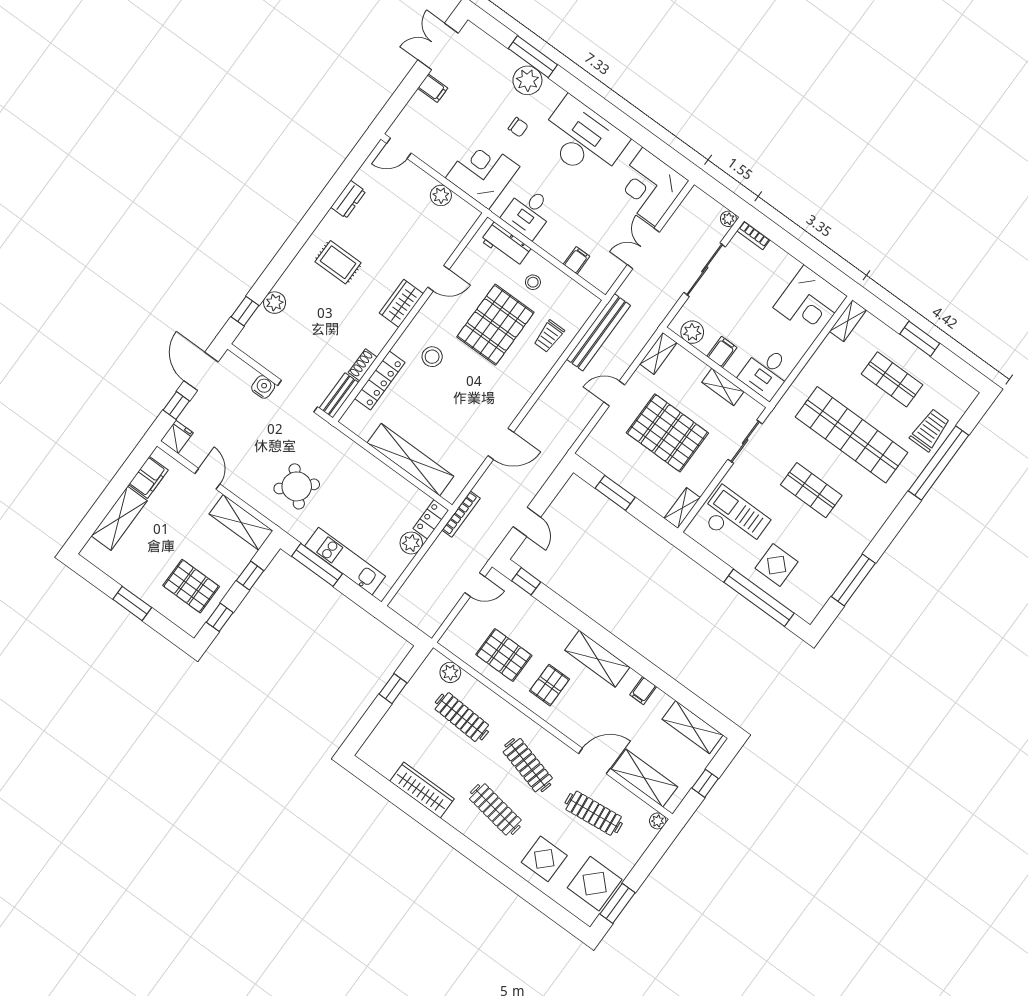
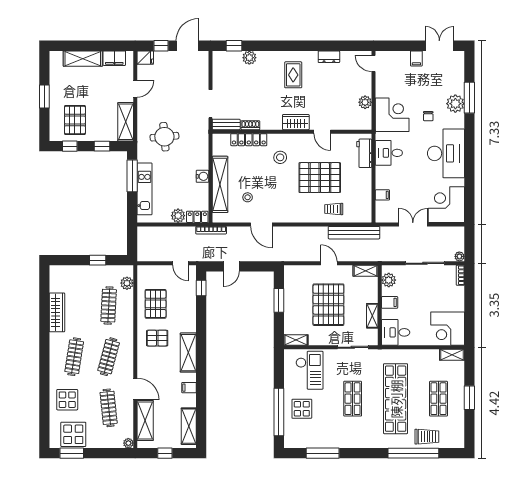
stool: (533, 282) -> (248, 197), moved
water cooler: (263, 387) -> (202, 176), moved
round table: (297, 486) -> (164, 137), turned 38

